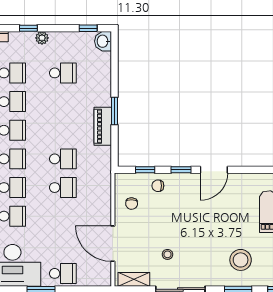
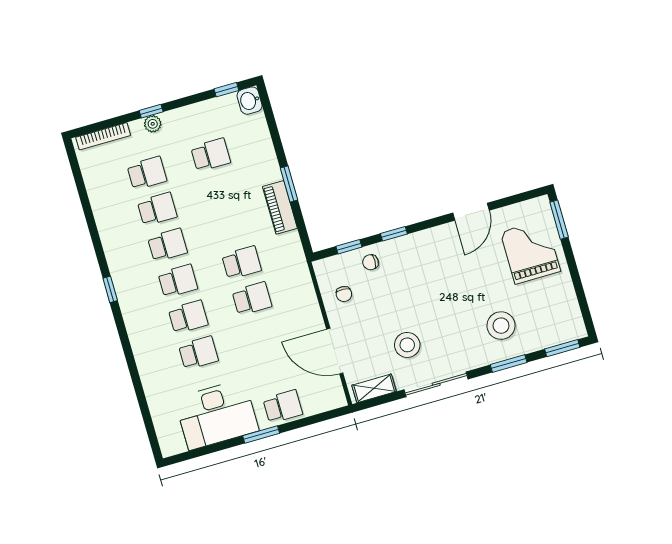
plant: (42, 38) -> (153, 124), moved
door: (214, 170) -> (471, 212), moved
stool: (167, 254) -> (407, 345), width x1.89, depth x1.89

